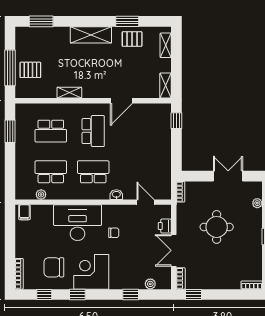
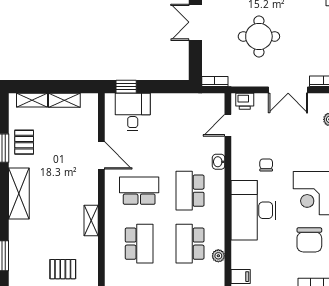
pallet: (30, 70) -> (63, 269), turned 90
shelving: (166, 86) -> (64, 100), moved
desk: (156, 126) -> (133, 112), added
printer: (165, 226) -> (245, 101), moved

